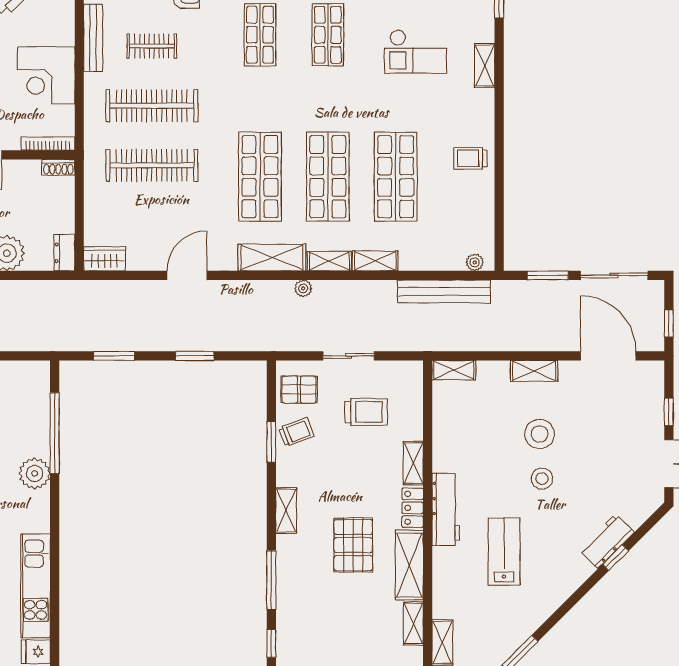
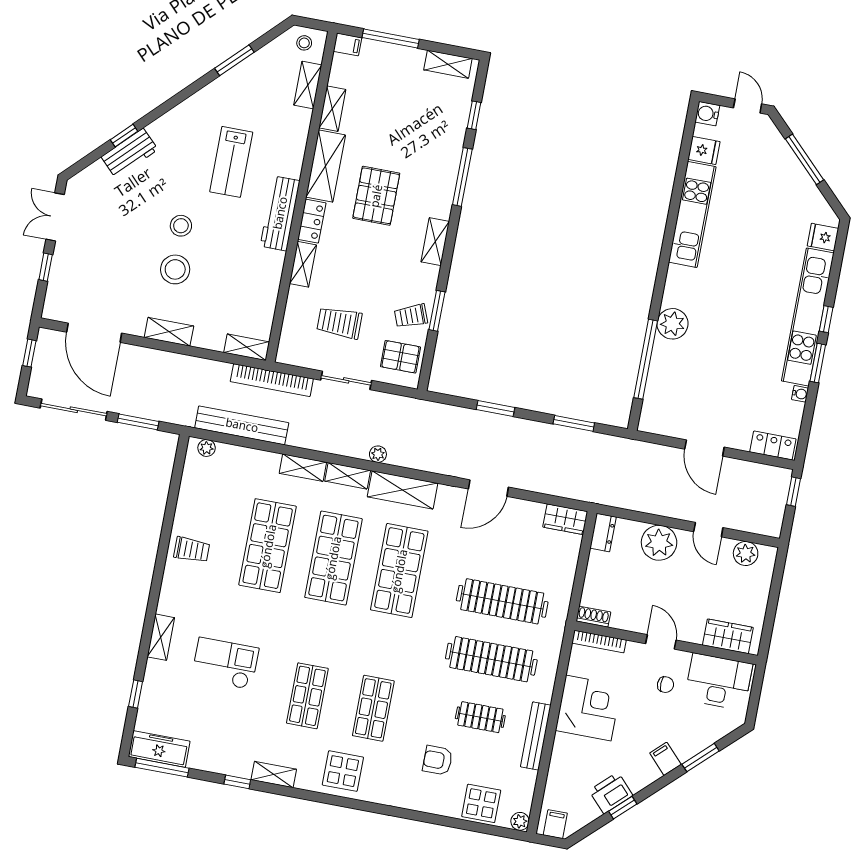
bookcase: (423, 342) -> (272, 380), added

